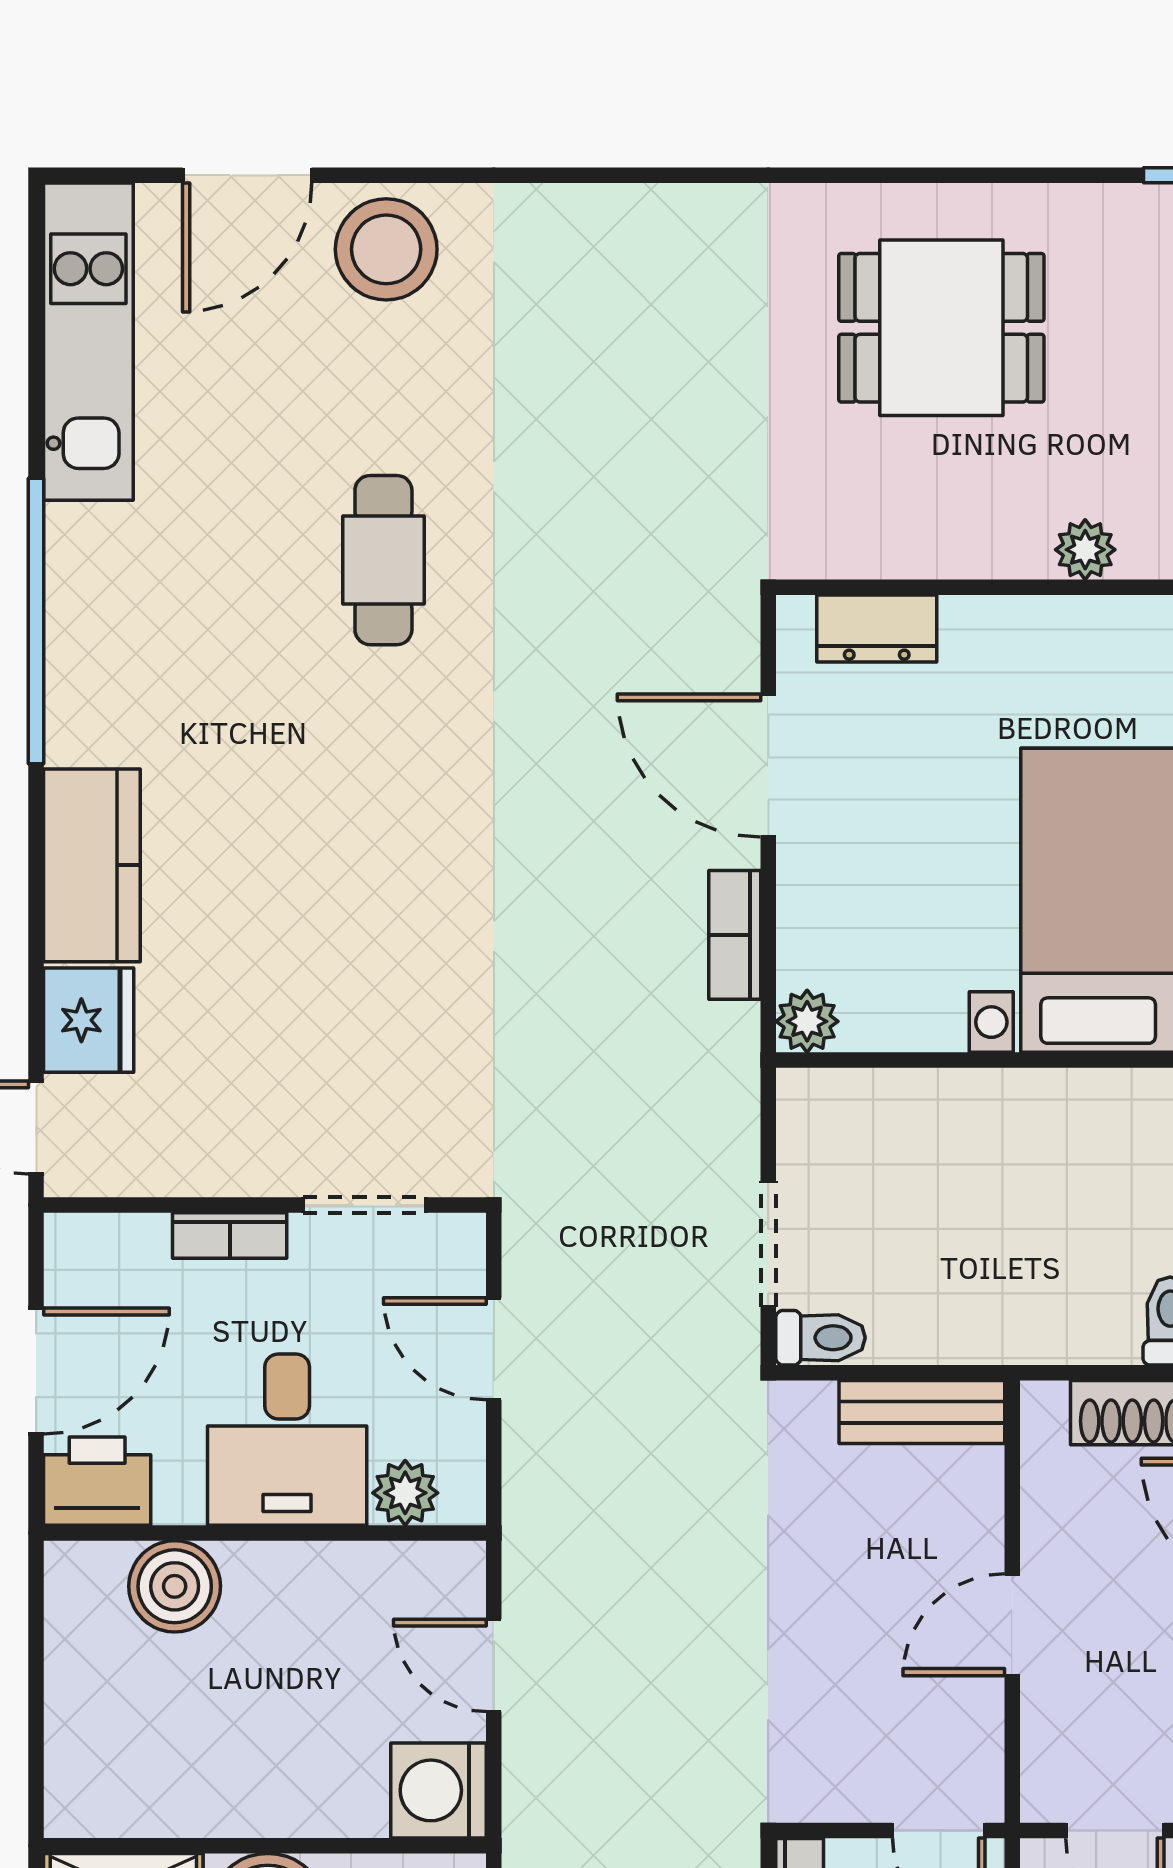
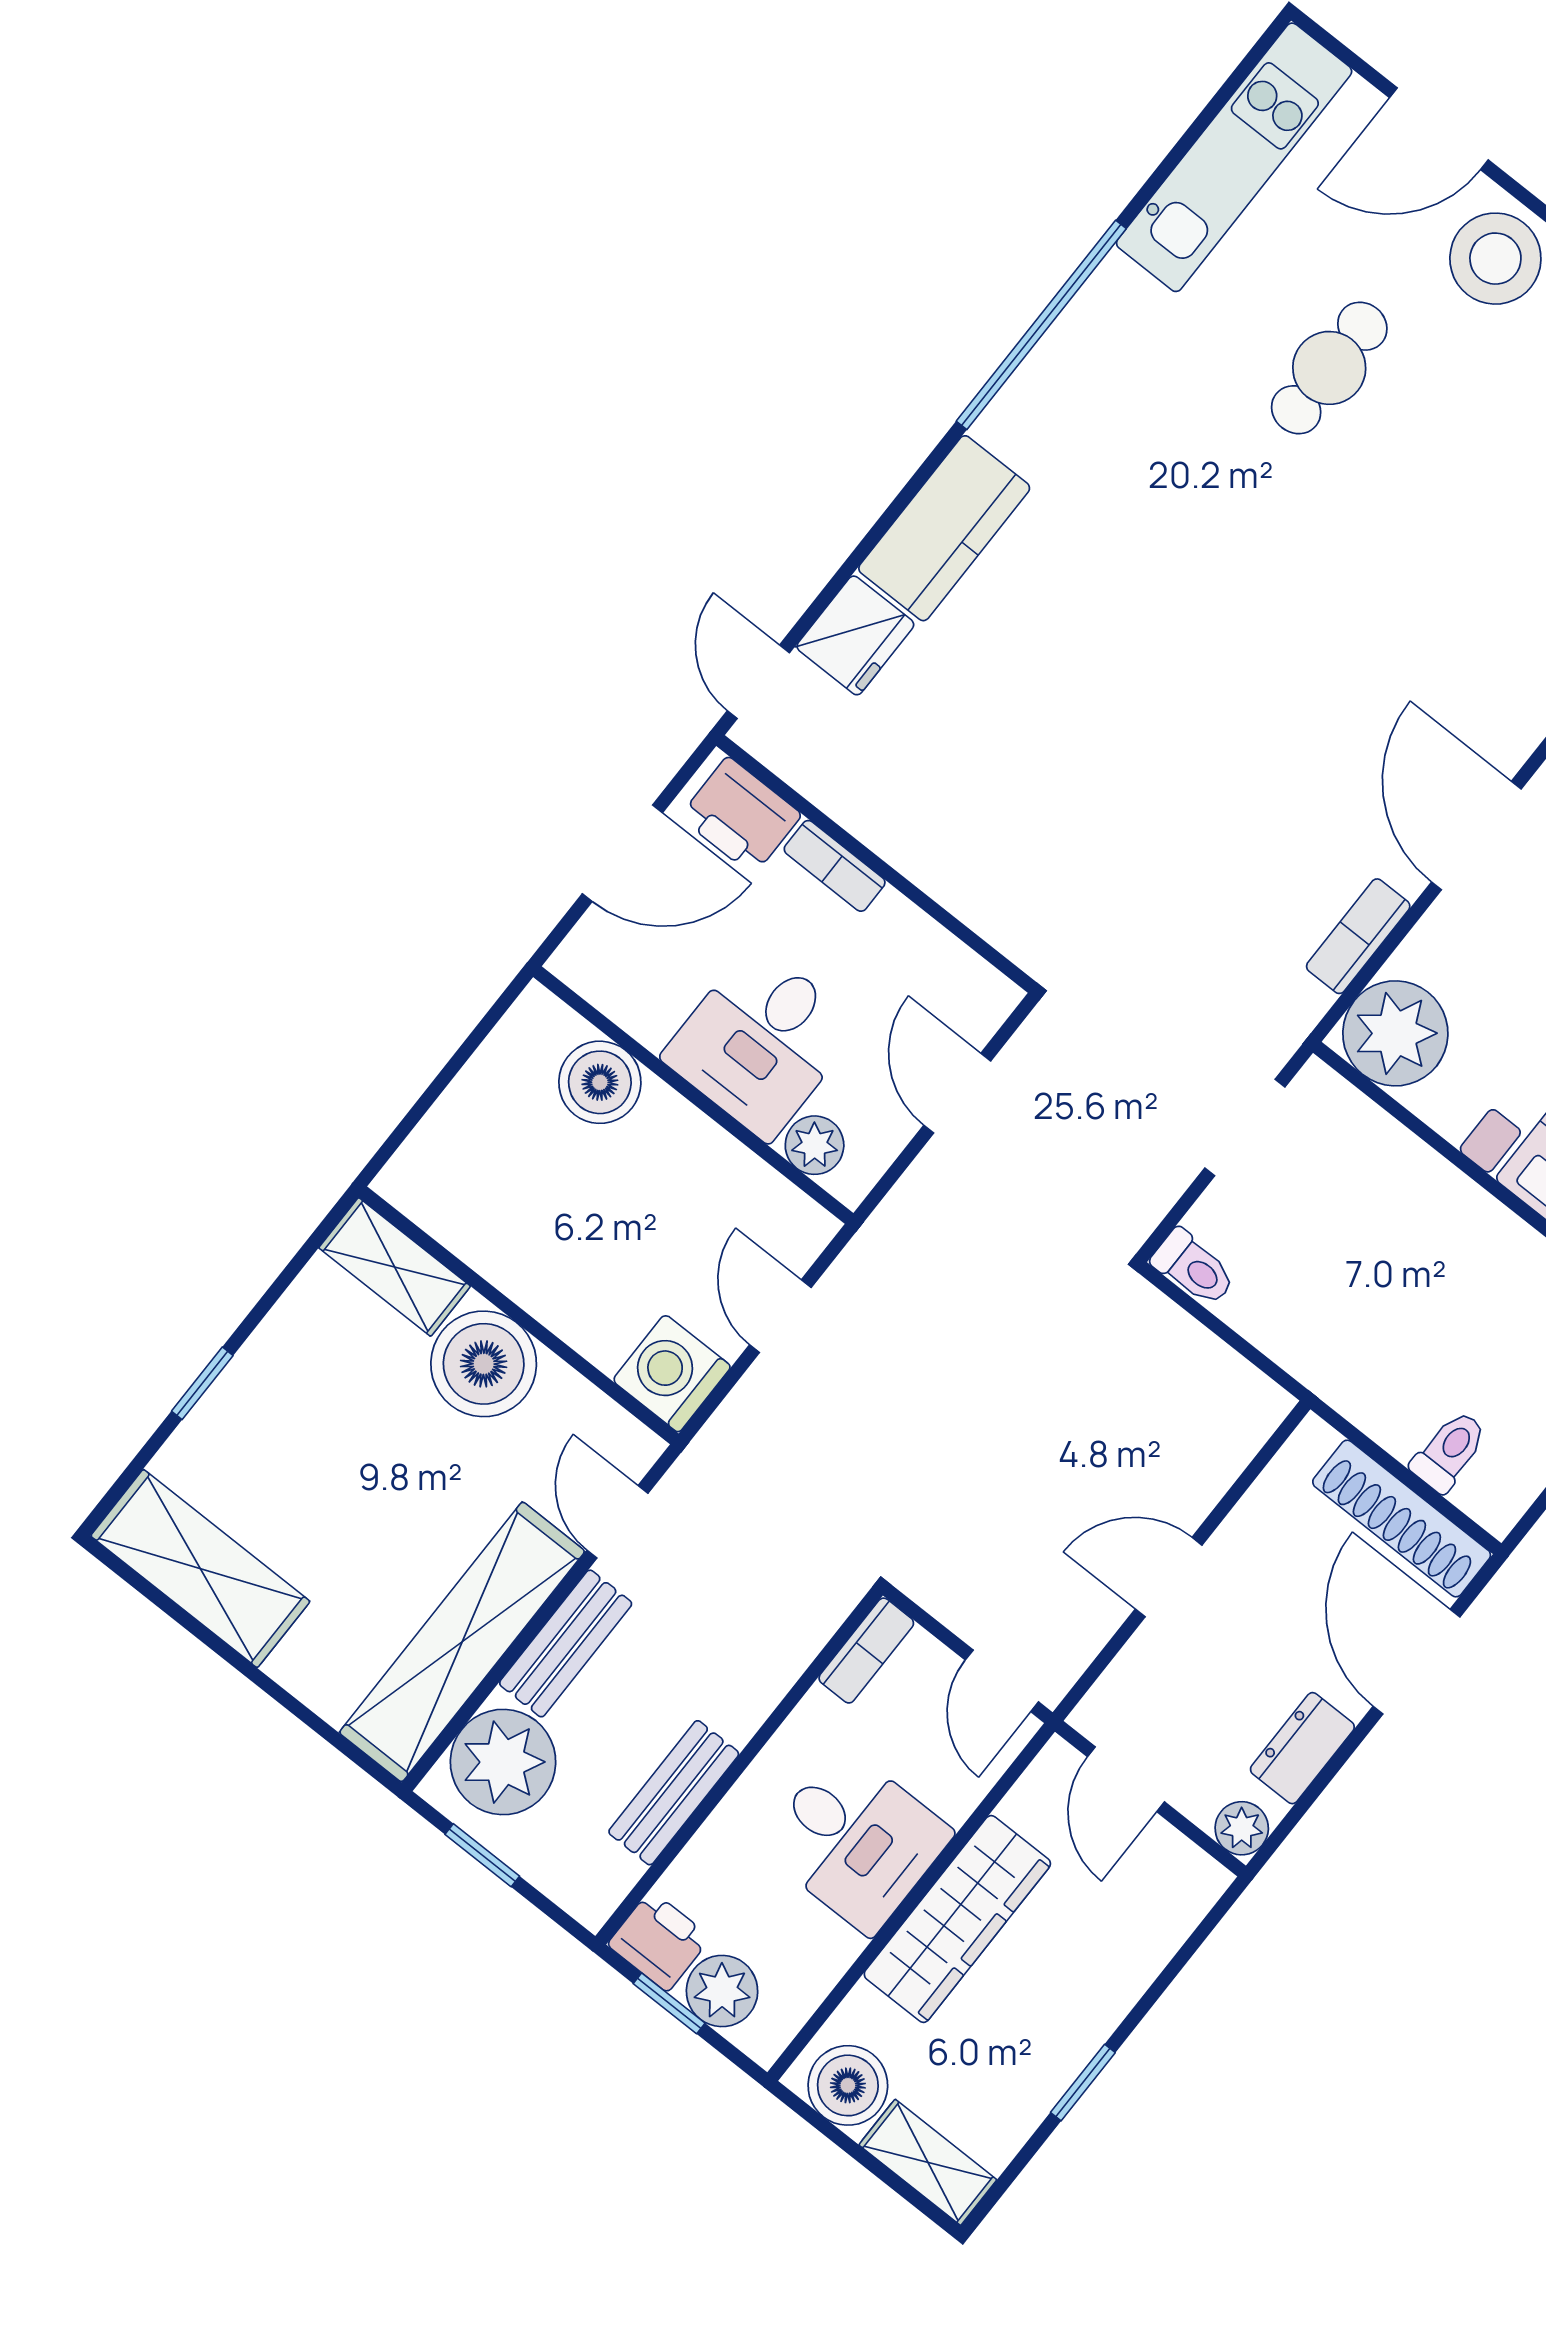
cafe table: (383, 560) -> (1329, 368), moved
plant: (807, 1021) -> (1395, 1033), width x1.87, depth x1.87
doorway: (364, 1205) -> (946, 920), removed
doorway: (768, 1244) -> (1245, 1128), moved
bench: (922, 1412) -> (1224, 1377), removed
printer: (97, 1481) -> (741, 816), moved, turned 180

